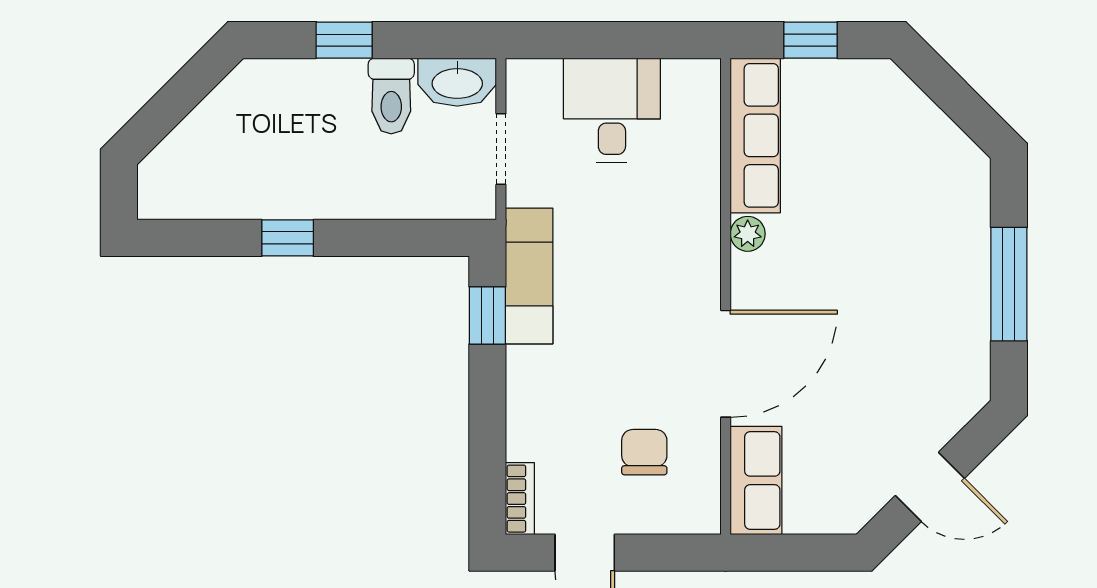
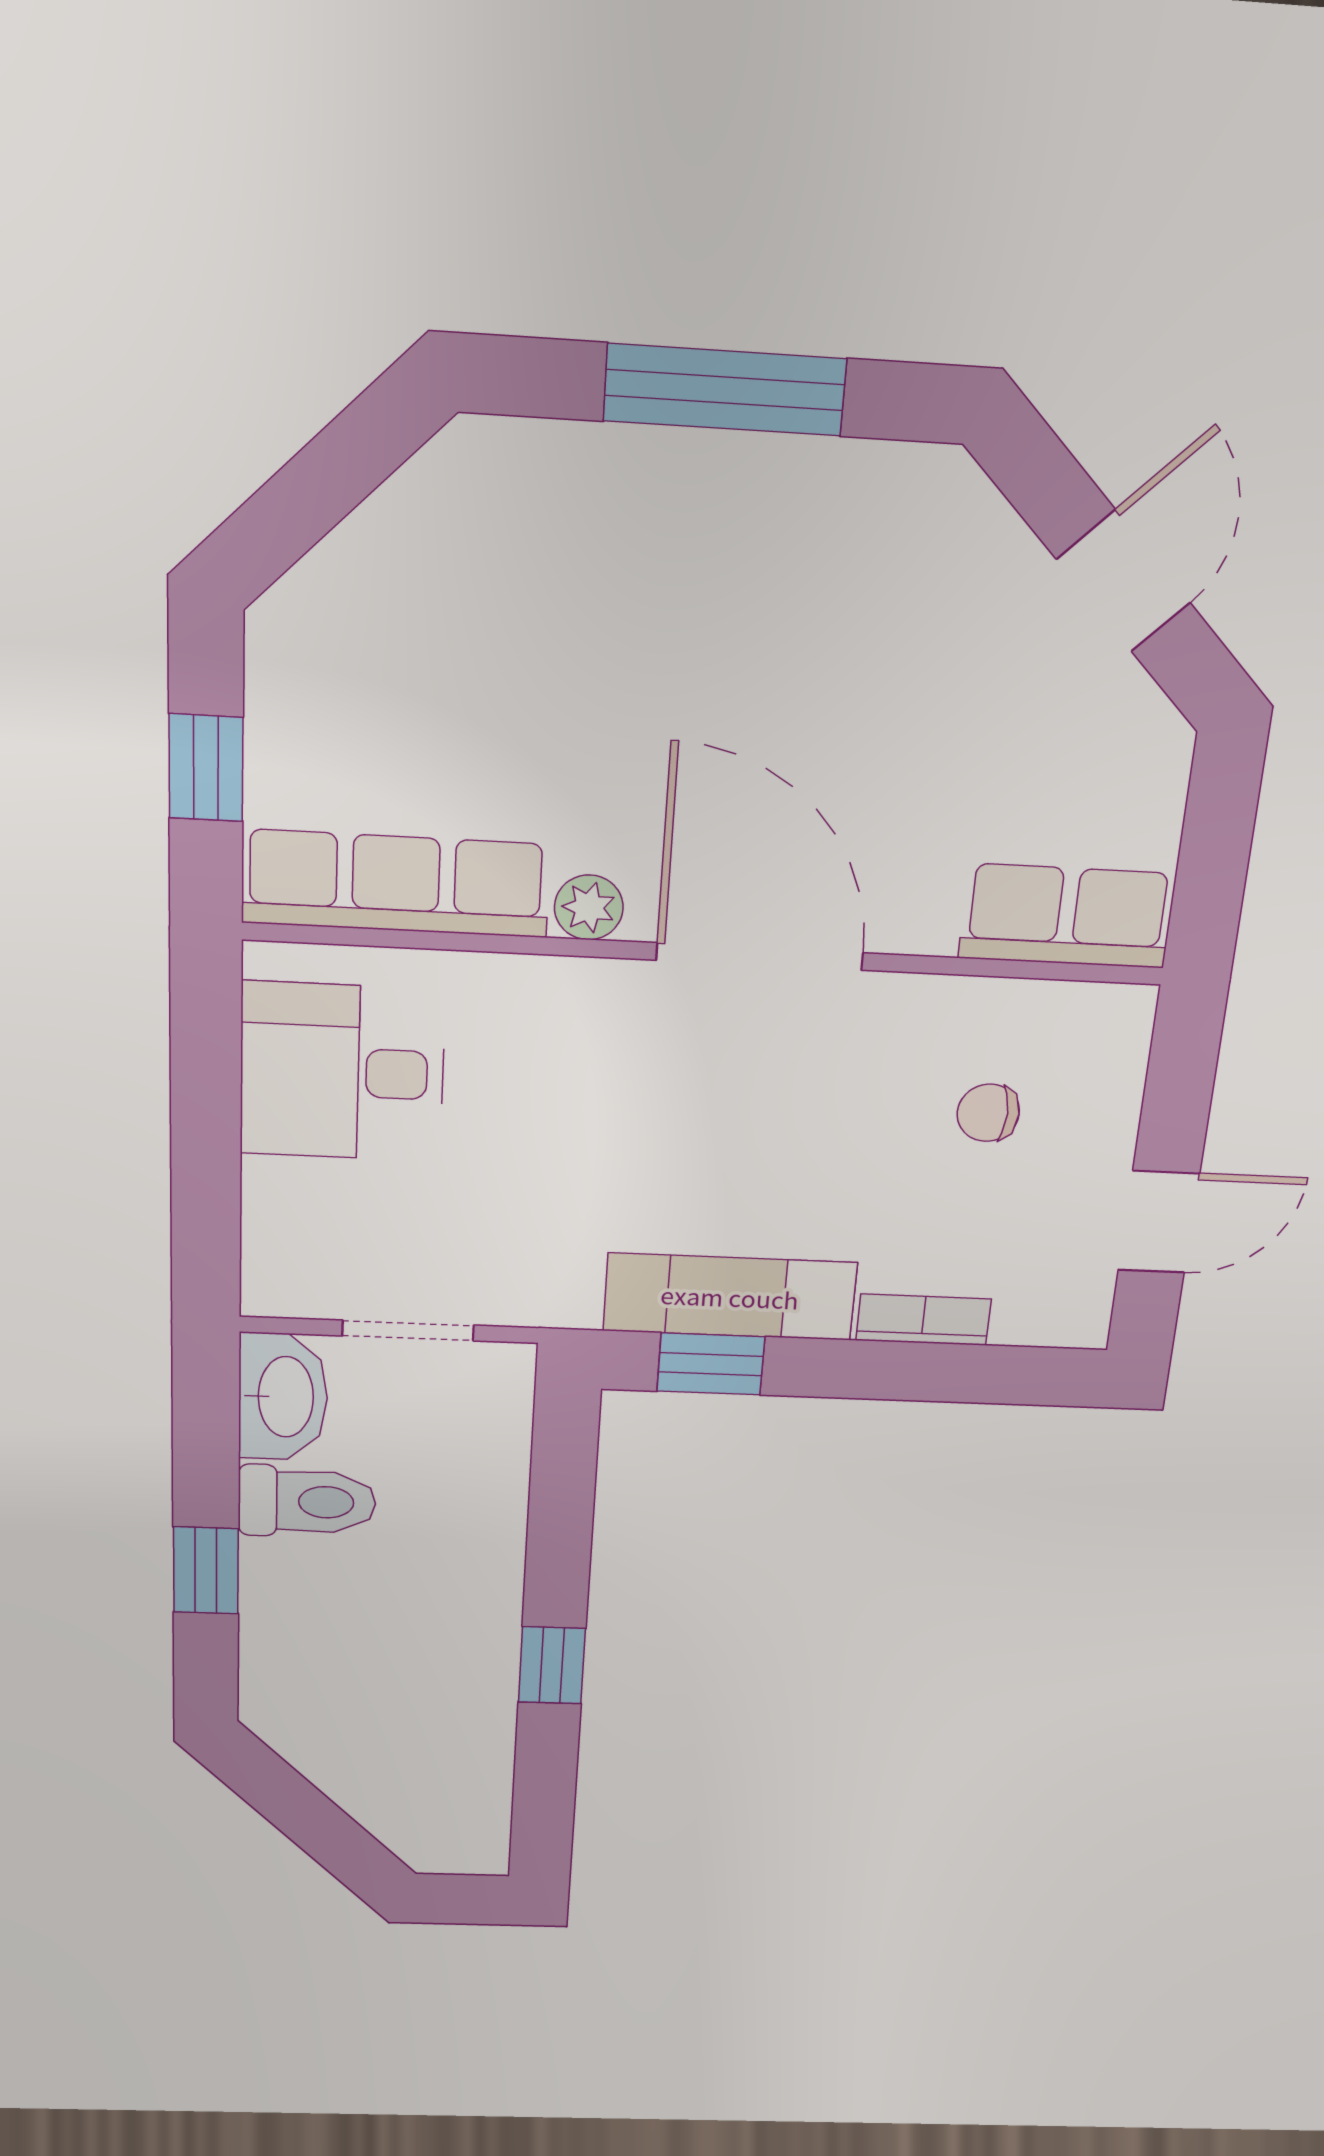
desk: (612, 110) -> (342, 1072), moved
exam couch: (529, 276) -> (730, 1297), moved
door: (726, 364) -> (760, 957), moved
chair: (644, 452) -> (988, 1113), width x0.73, depth x0.73
bookcase: (520, 499) -> (923, 1320), moved

